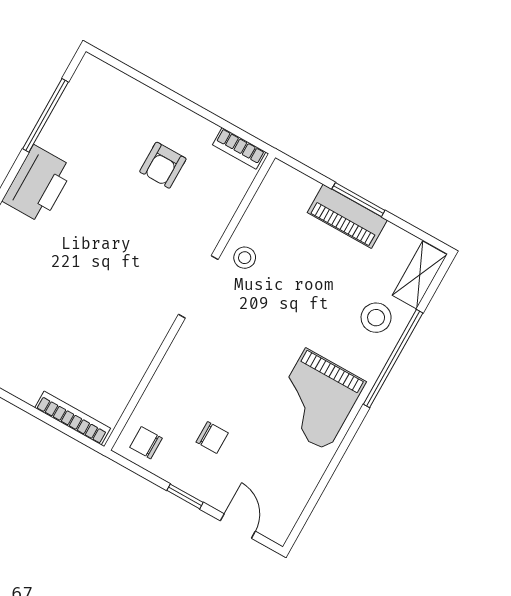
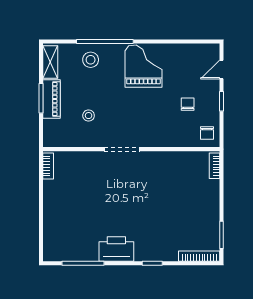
armchair: (163, 165) -> (76, 197), removed
stool: (245, 258) -> (89, 116), moved
shelving: (420, 275) -> (50, 62), moved, turned 90
grand piano: (316, 400) -> (143, 66), turned -90
bookcase: (73, 418) -> (215, 166), width x0.64

